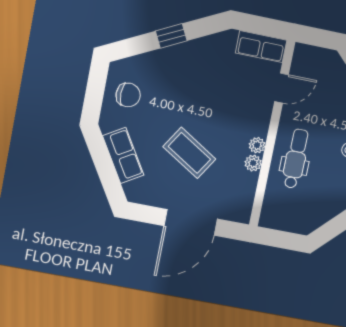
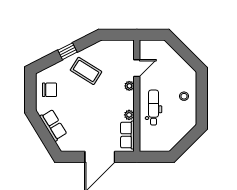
row of seats: (261, 47) -> (127, 135), moved, turned 90
plant: (257, 145) -> (129, 86), moved
coffee table: (189, 153) -> (86, 71), moved

